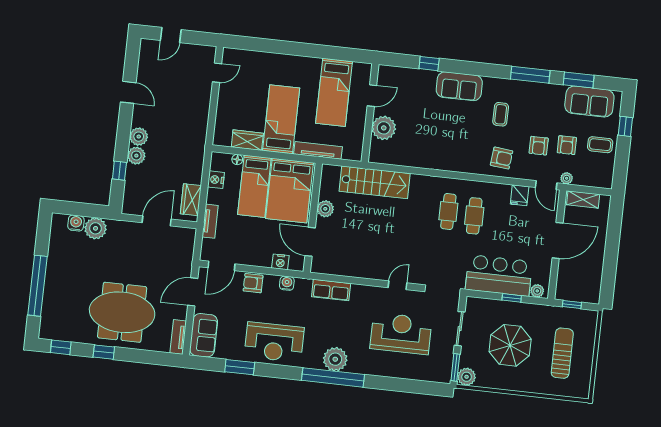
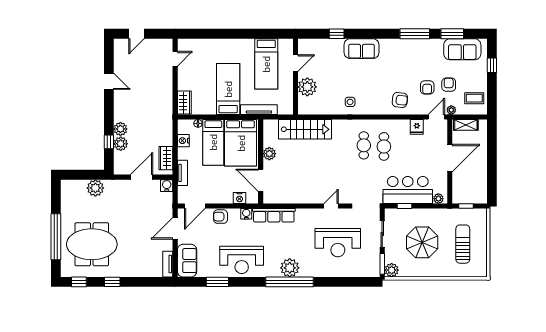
coffee table: (501, 114) -> (396, 67), removed
plant: (139, 137) -> (121, 144), moved
wardrobe: (247, 140) -> (184, 103), moved, turned 90
armchair: (567, 145) -> (449, 85), turned 180
coffee table: (600, 145) -> (474, 98), moved
side table: (437, 153) -> (350, 102), added
door: (546, 185) -> (436, 117), swing flipped
water cooler: (76, 223) -> (167, 186), moved
row of seats: (331, 290) -> (274, 215), width x1.48
window: (512, 298) -> (405, 206), moved
meeting table: (122, 312) -> (92, 244), moved
reception desk: (401, 334) -> (338, 243), turned 180

